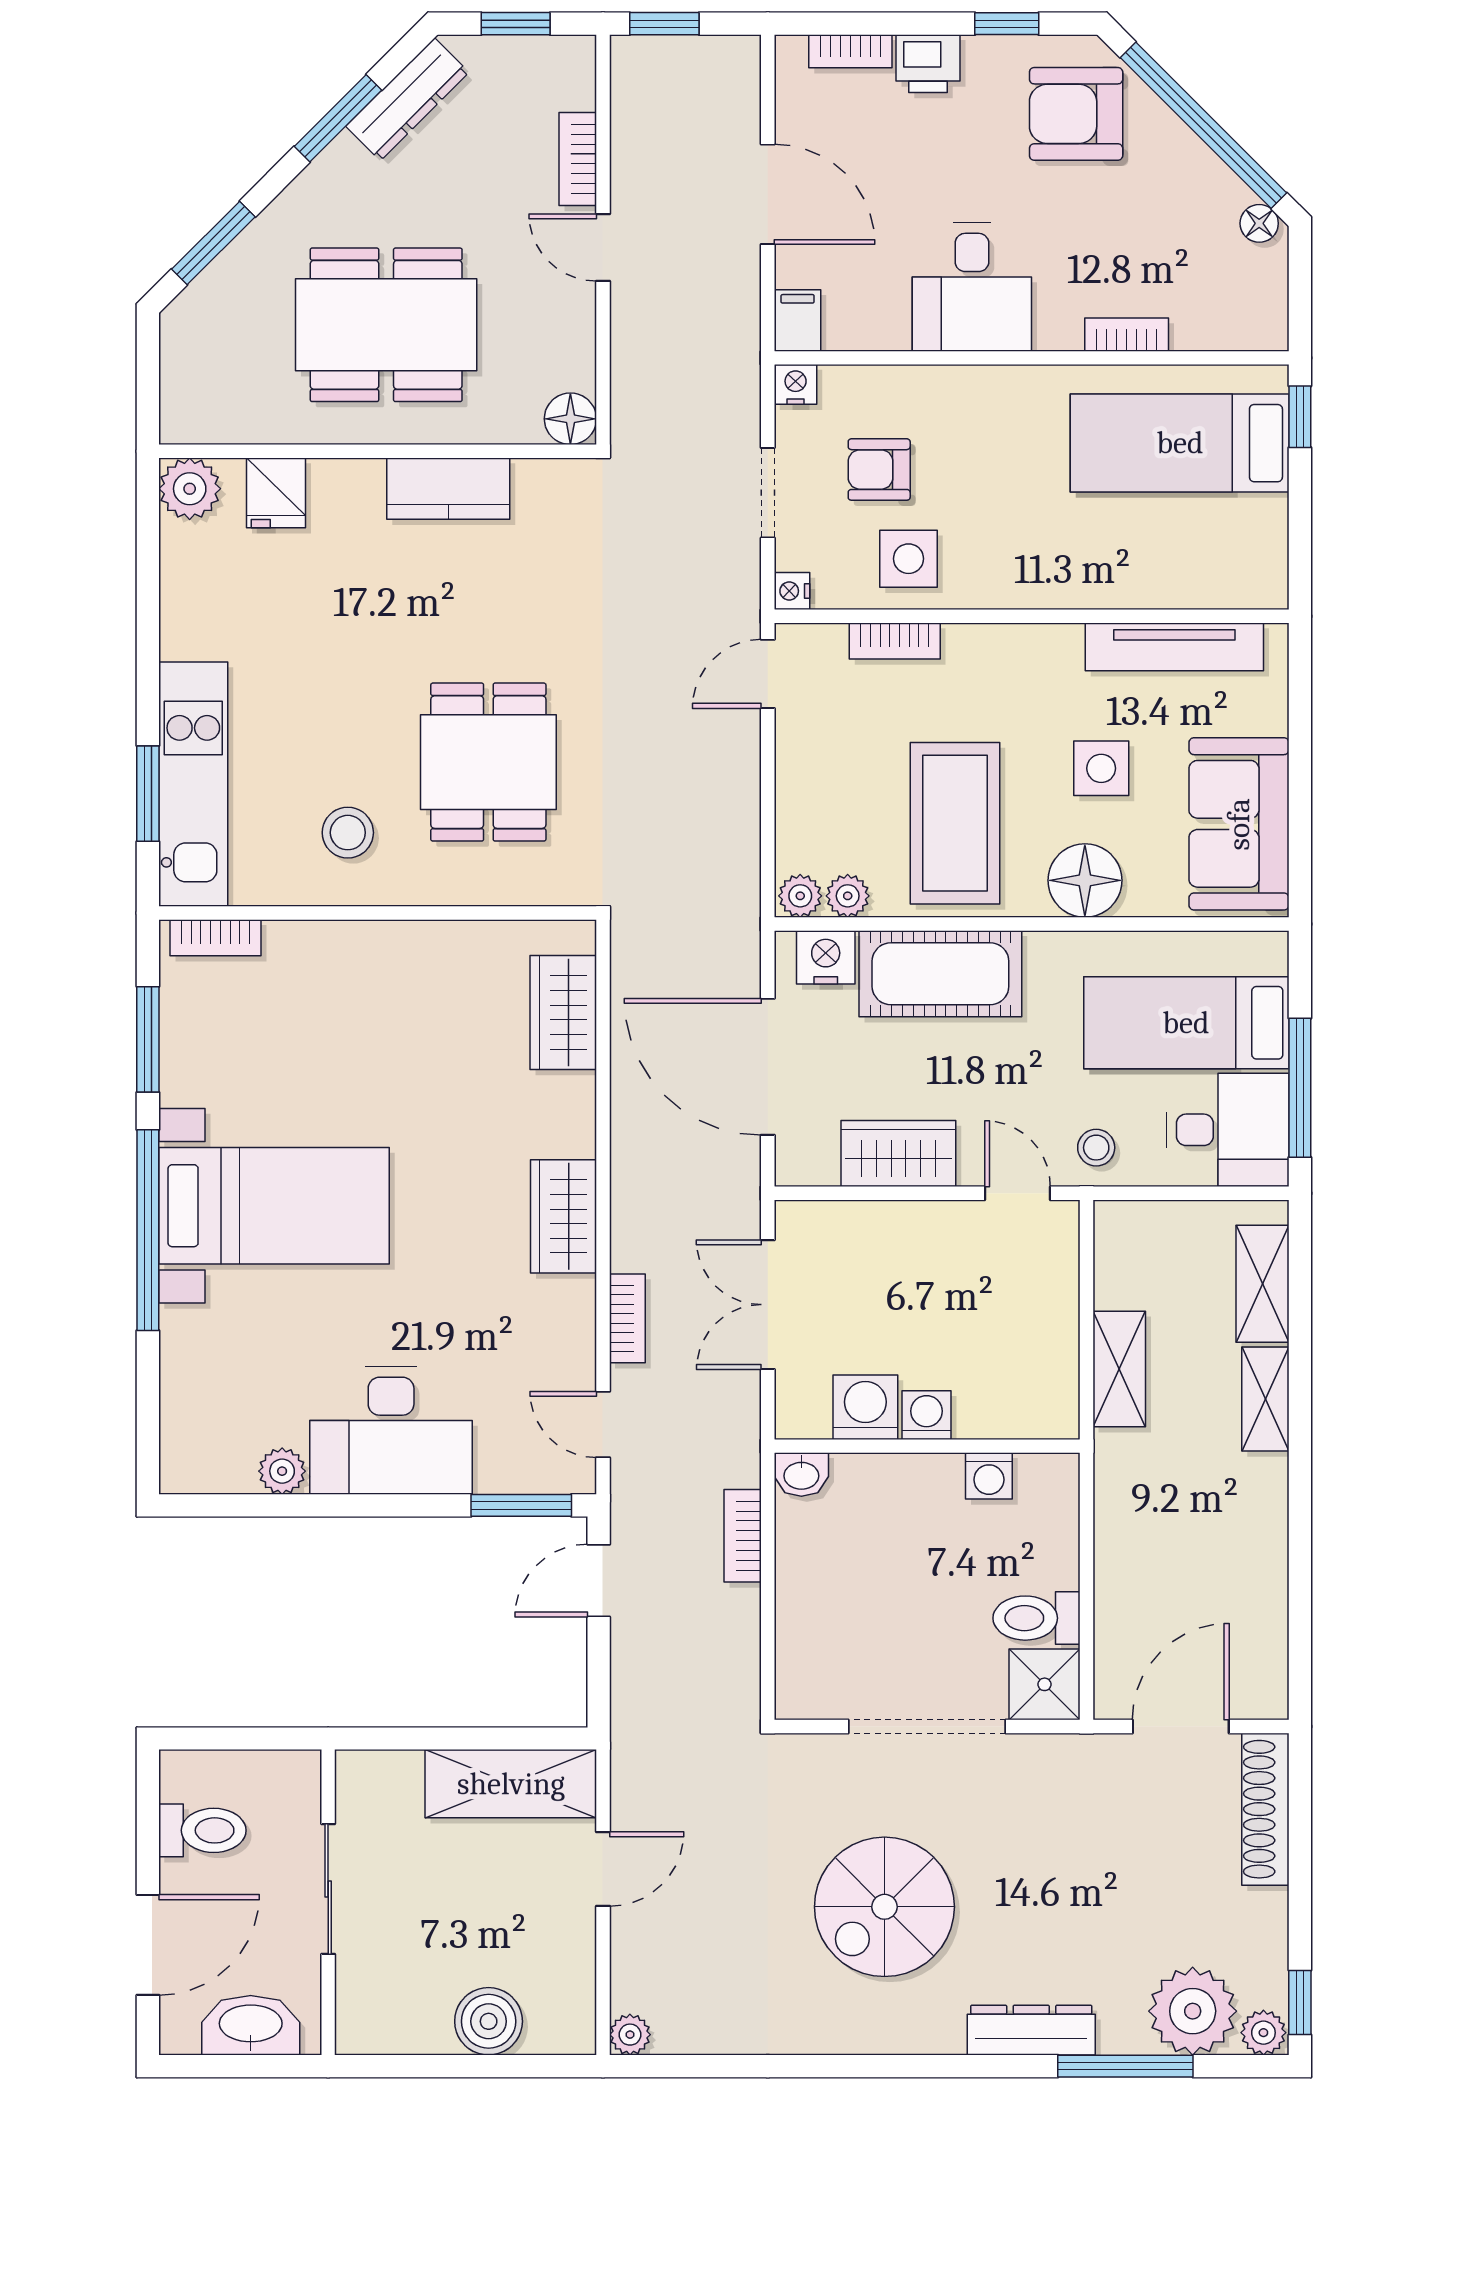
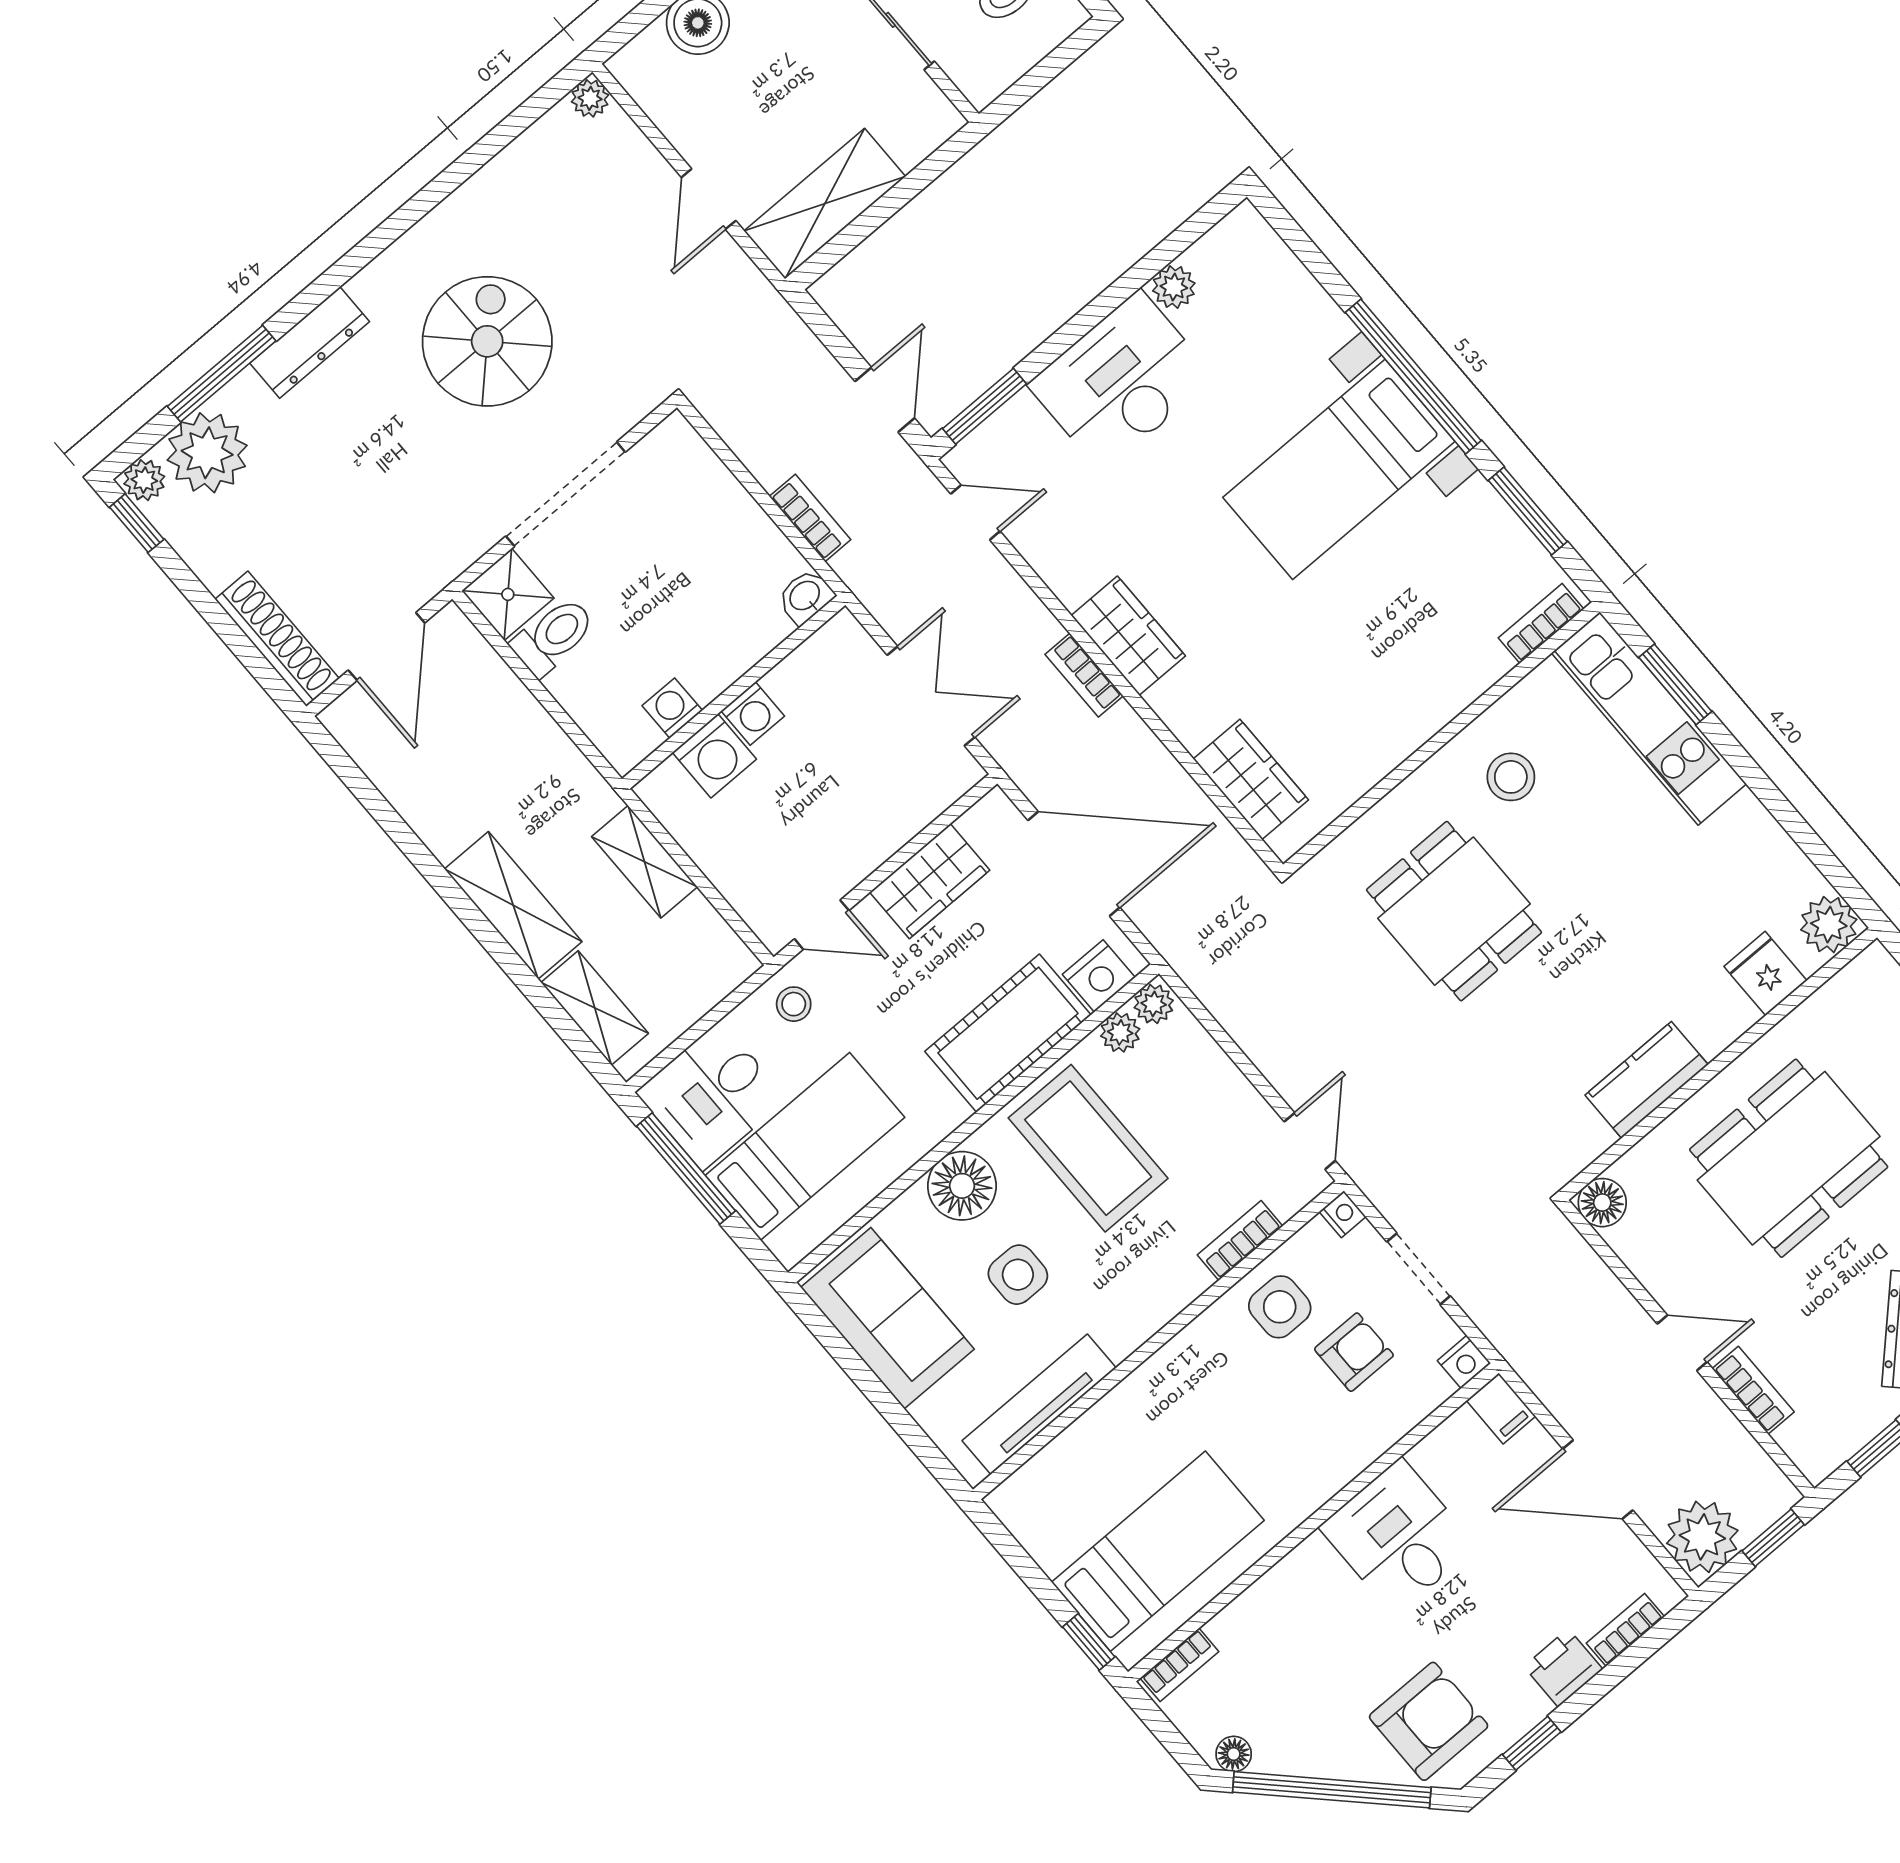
plant: (722, 74) -> (1702, 1537), added
bookcase: (1127, 335) -> (1179, 1665), moved
bookcase: (627, 1318) -> (1084, 675), moved
shelving: (1265, 1399) -> (513, 905), width x1.50, depth x1.33
washing machine: (865, 1407) -> (714, 756), moved

